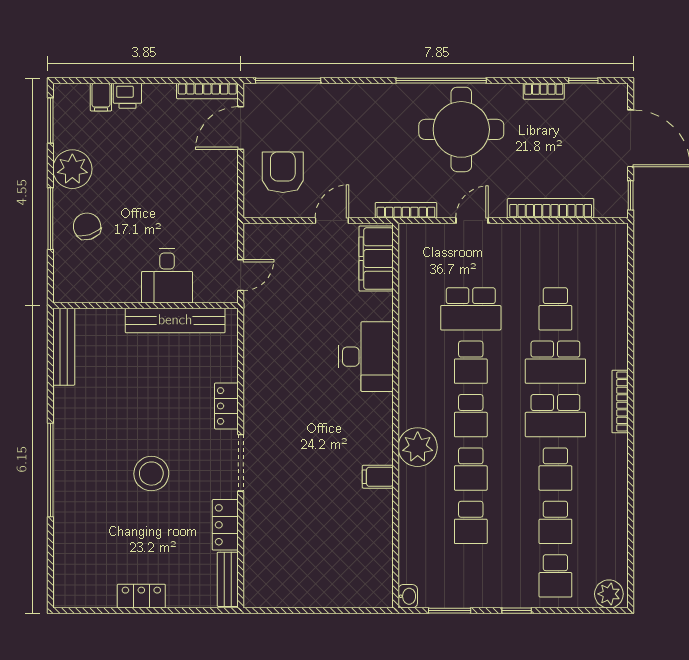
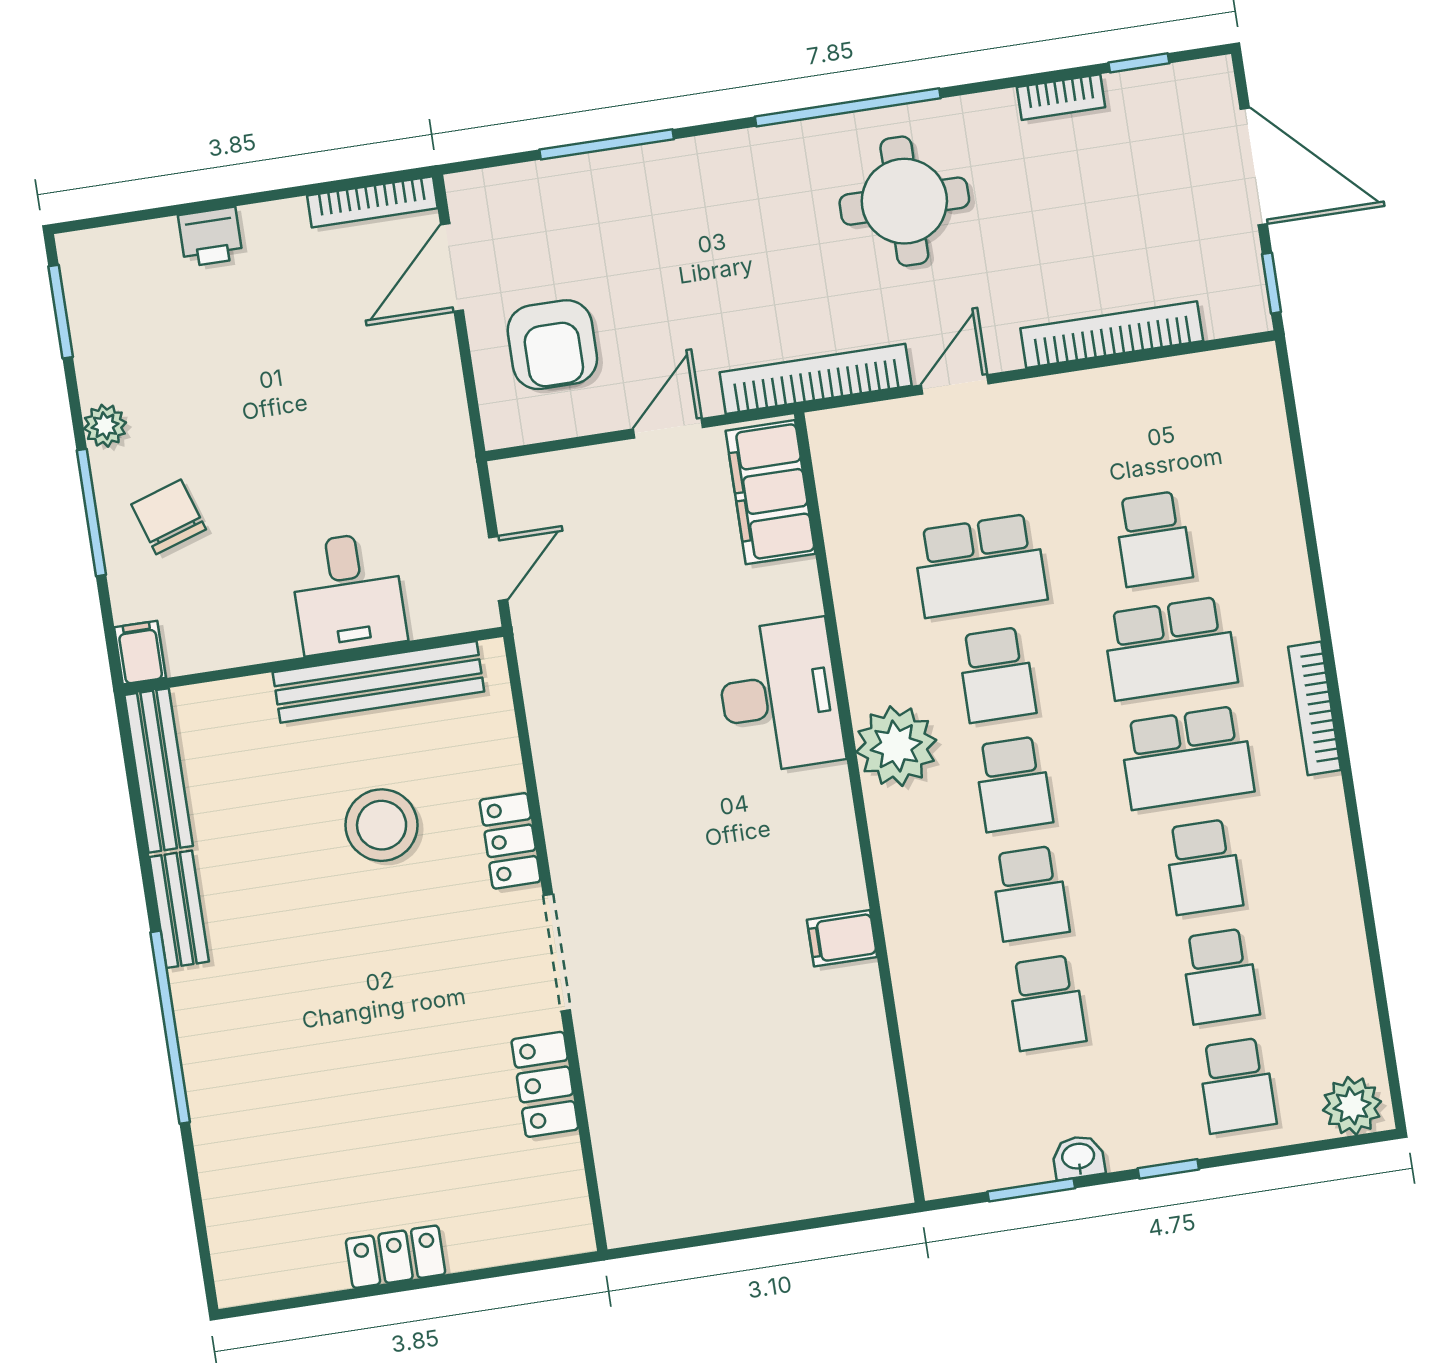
window: (288, 81) -> (607, 144), moved
filing cabinet: (101, 97) -> (140, 653), moved, turned 180
round table: (461, 129) -> (904, 201), width x0.73, depth x0.73
plant: (72, 169) -> (105, 426), width x0.53, depth x0.53
armchair: (283, 172) -> (552, 345), turned 180
bookcase: (406, 210) -> (816, 379), width x1.48, depth x1.31
plant: (418, 447) -> (896, 746), moved
stool: (151, 474) -> (382, 825), moved
bench: (228, 579) -> (179, 909), moved
washbasin: (408, 596) -> (1078, 1157), moved, turned -90

